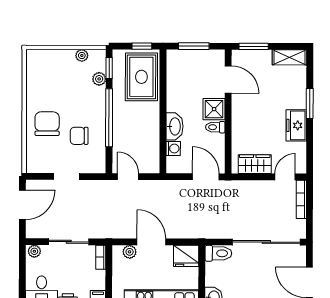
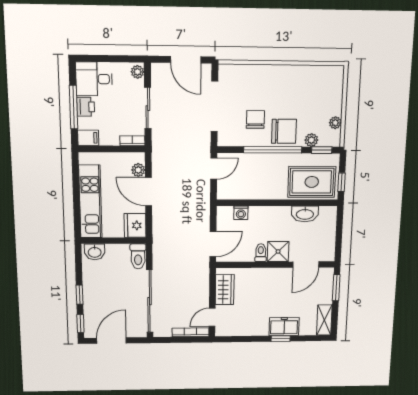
window: (194, 46) -> (339, 232), removed
window: (310, 103) -> (281, 339), width x0.67
chair: (47, 124) -> (284, 131), moved
freezer: (296, 125) -> (284, 327), moved
washbasin: (175, 126) -> (305, 214), moved
doorway: (67, 176) -> (214, 106), width x1.87
door: (285, 177) -> (212, 317), swing flipped
door: (151, 242) -> (149, 192), swing flipped

